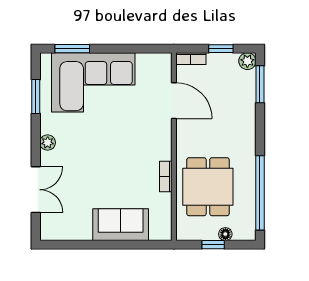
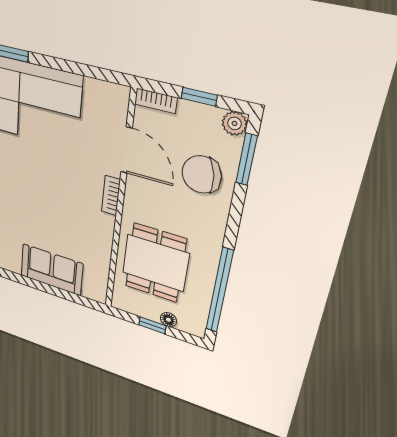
chair: (231, 104) -> (202, 174), added
bookcase: (166, 176) -> (111, 196), moved

